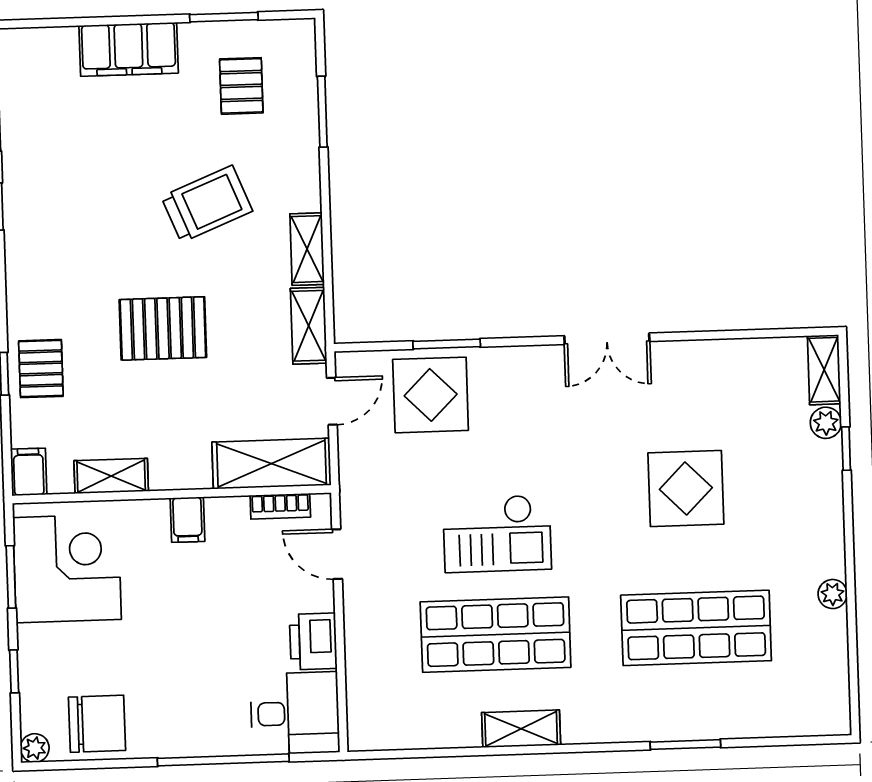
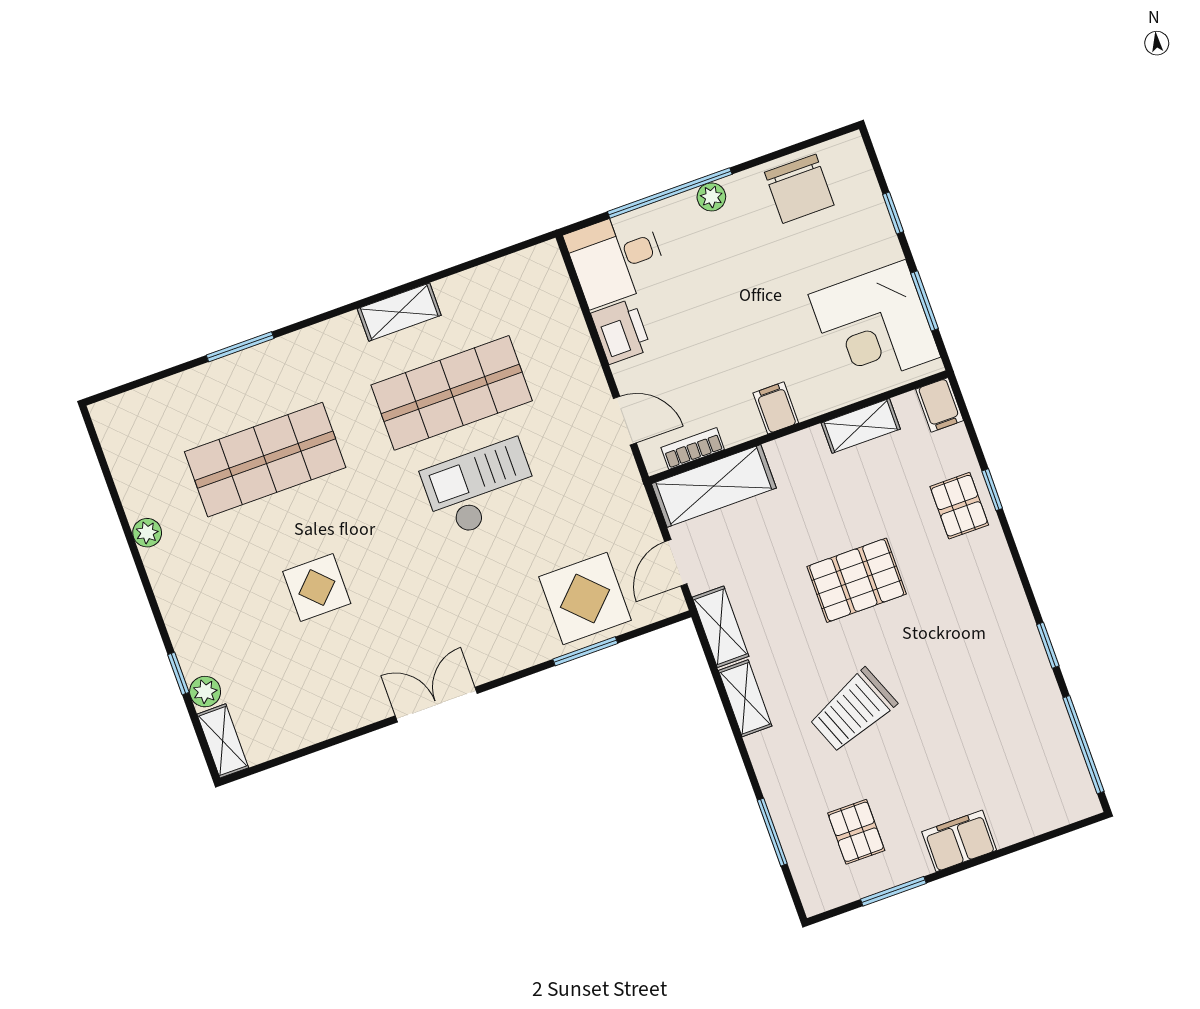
filing cabinet: (129, 49) -> (959, 841), width x0.67, depth x0.86
display table: (686, 489) -> (317, 588), width x0.73, depth x0.73
chair: (97, 724) -> (799, 189), turned -90
plant: (35, 748) -> (711, 197), moved

